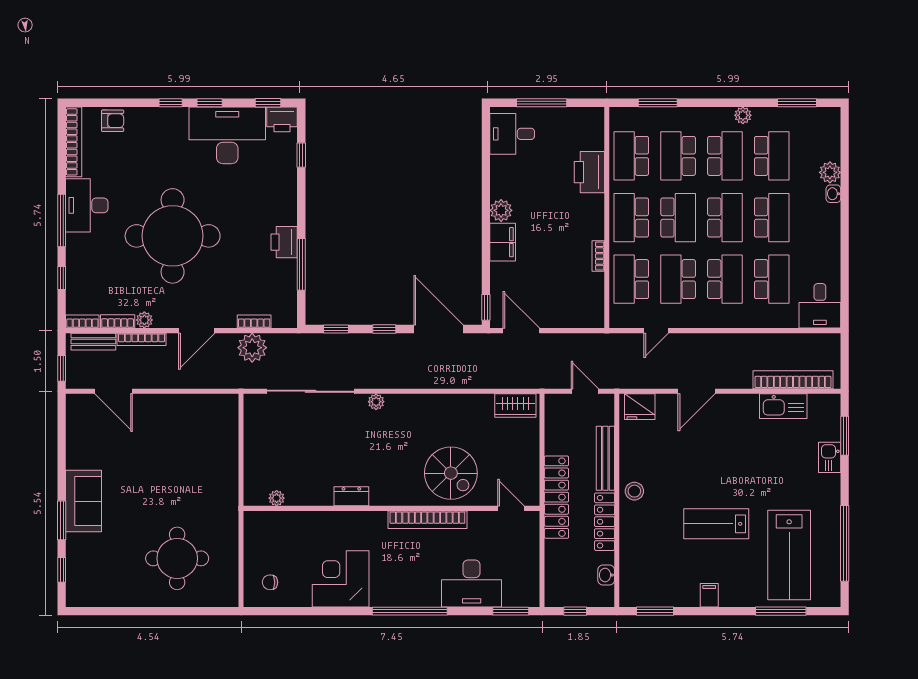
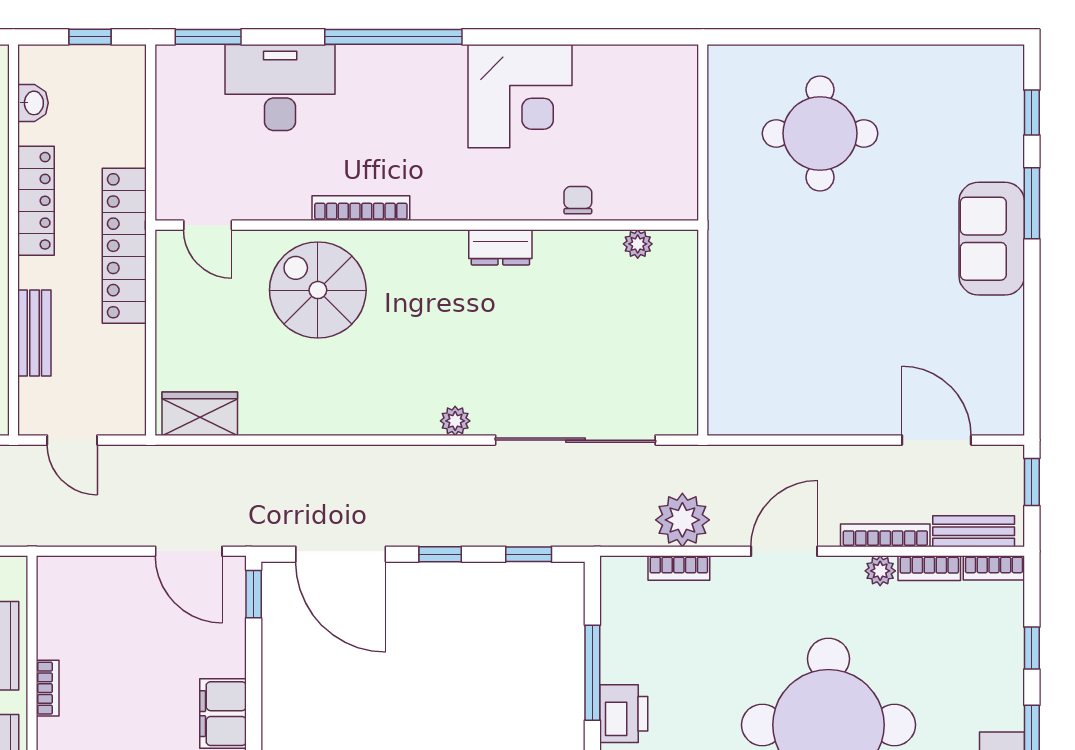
bench: (605, 458) -> (34, 333), width x0.73
bookcase: (427, 520) -> (361, 208), width x0.68, depth x0.76
chair: (270, 582) -> (578, 200), moved, turned -90

